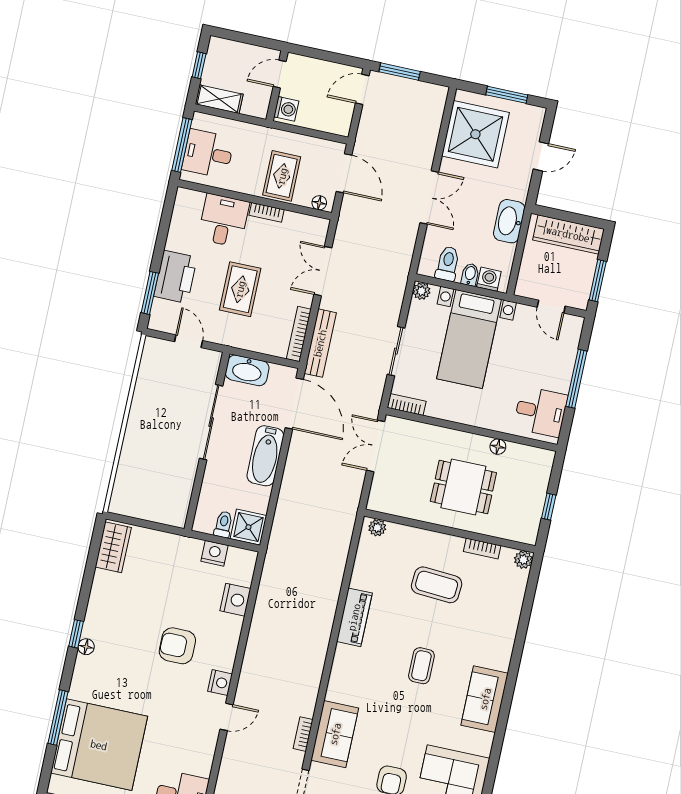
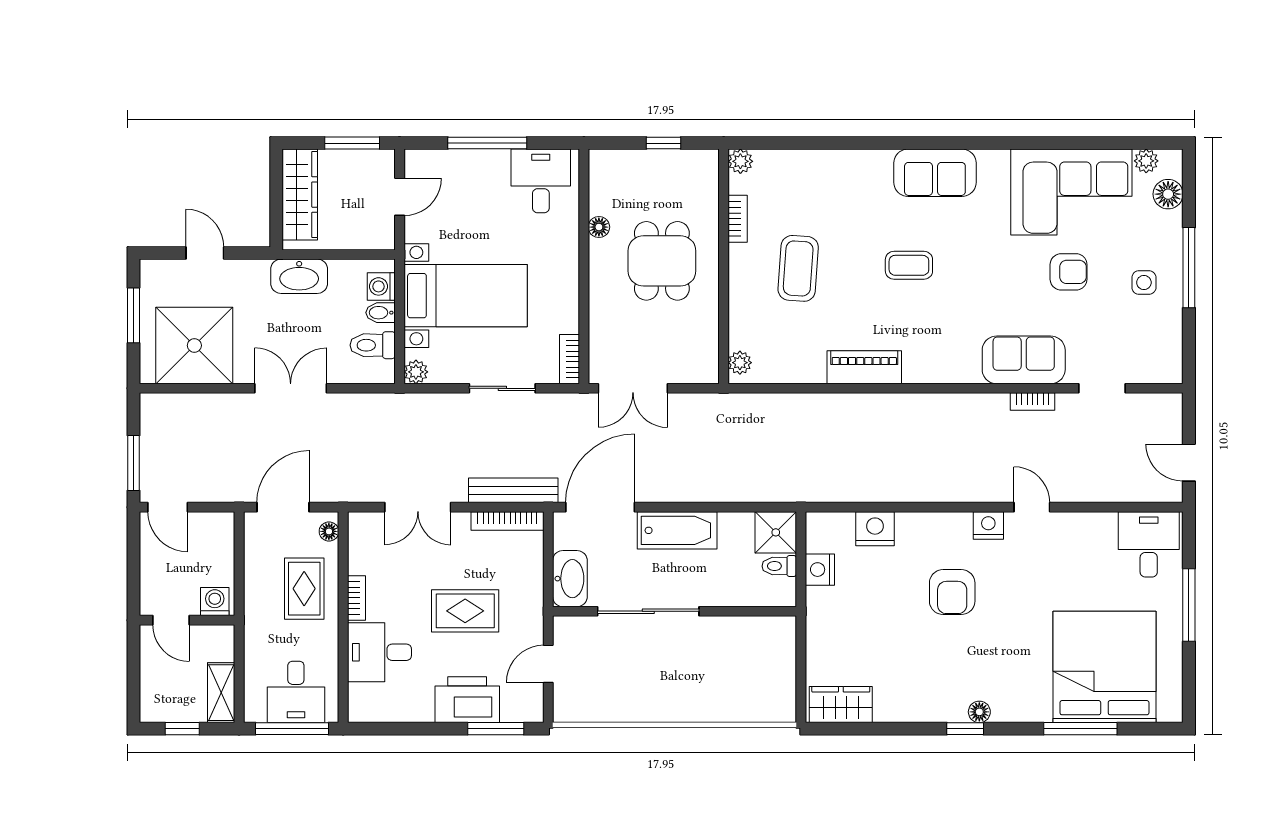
rug: (282, 176) -> (304, 589), turned 90

